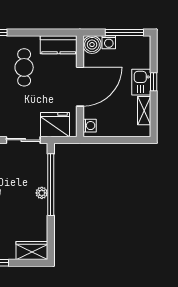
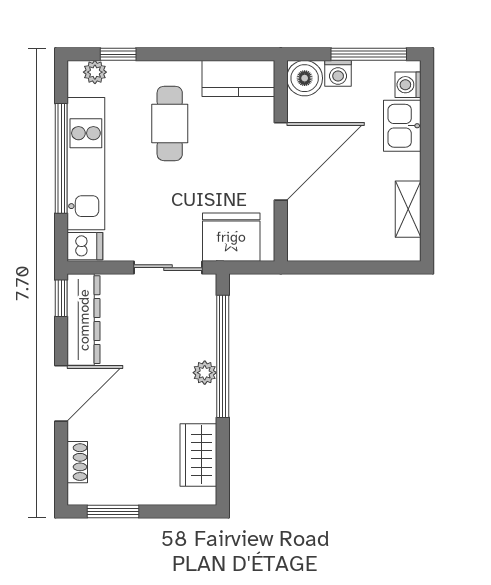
kitchen sink: (141, 82) -> (402, 126), moved
window: (154, 82) -> (427, 152), removed
washing machine: (90, 126) -> (408, 85), moved, turned 180
wardrobe: (32, 251) -> (198, 455), moved, turned -90

